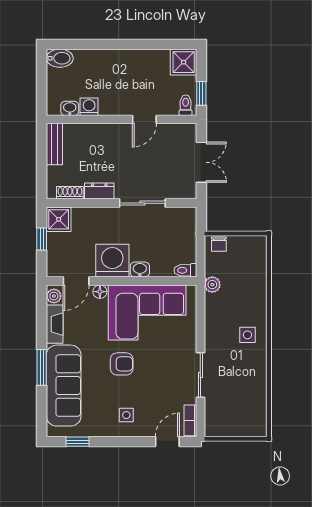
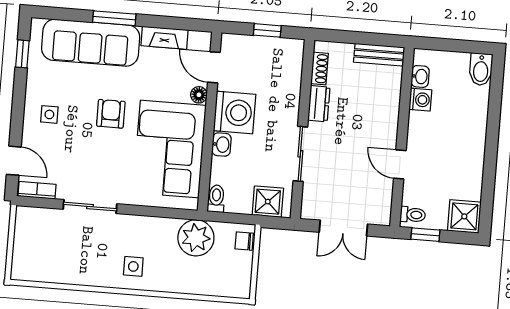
shower: (59, 219) -> (268, 202), moved
plant: (212, 285) -> (196, 238), width x1.88, depth x1.88
plant: (54, 296) -> (198, 40), removed
armchair: (122, 364) -> (111, 114), turned 180

